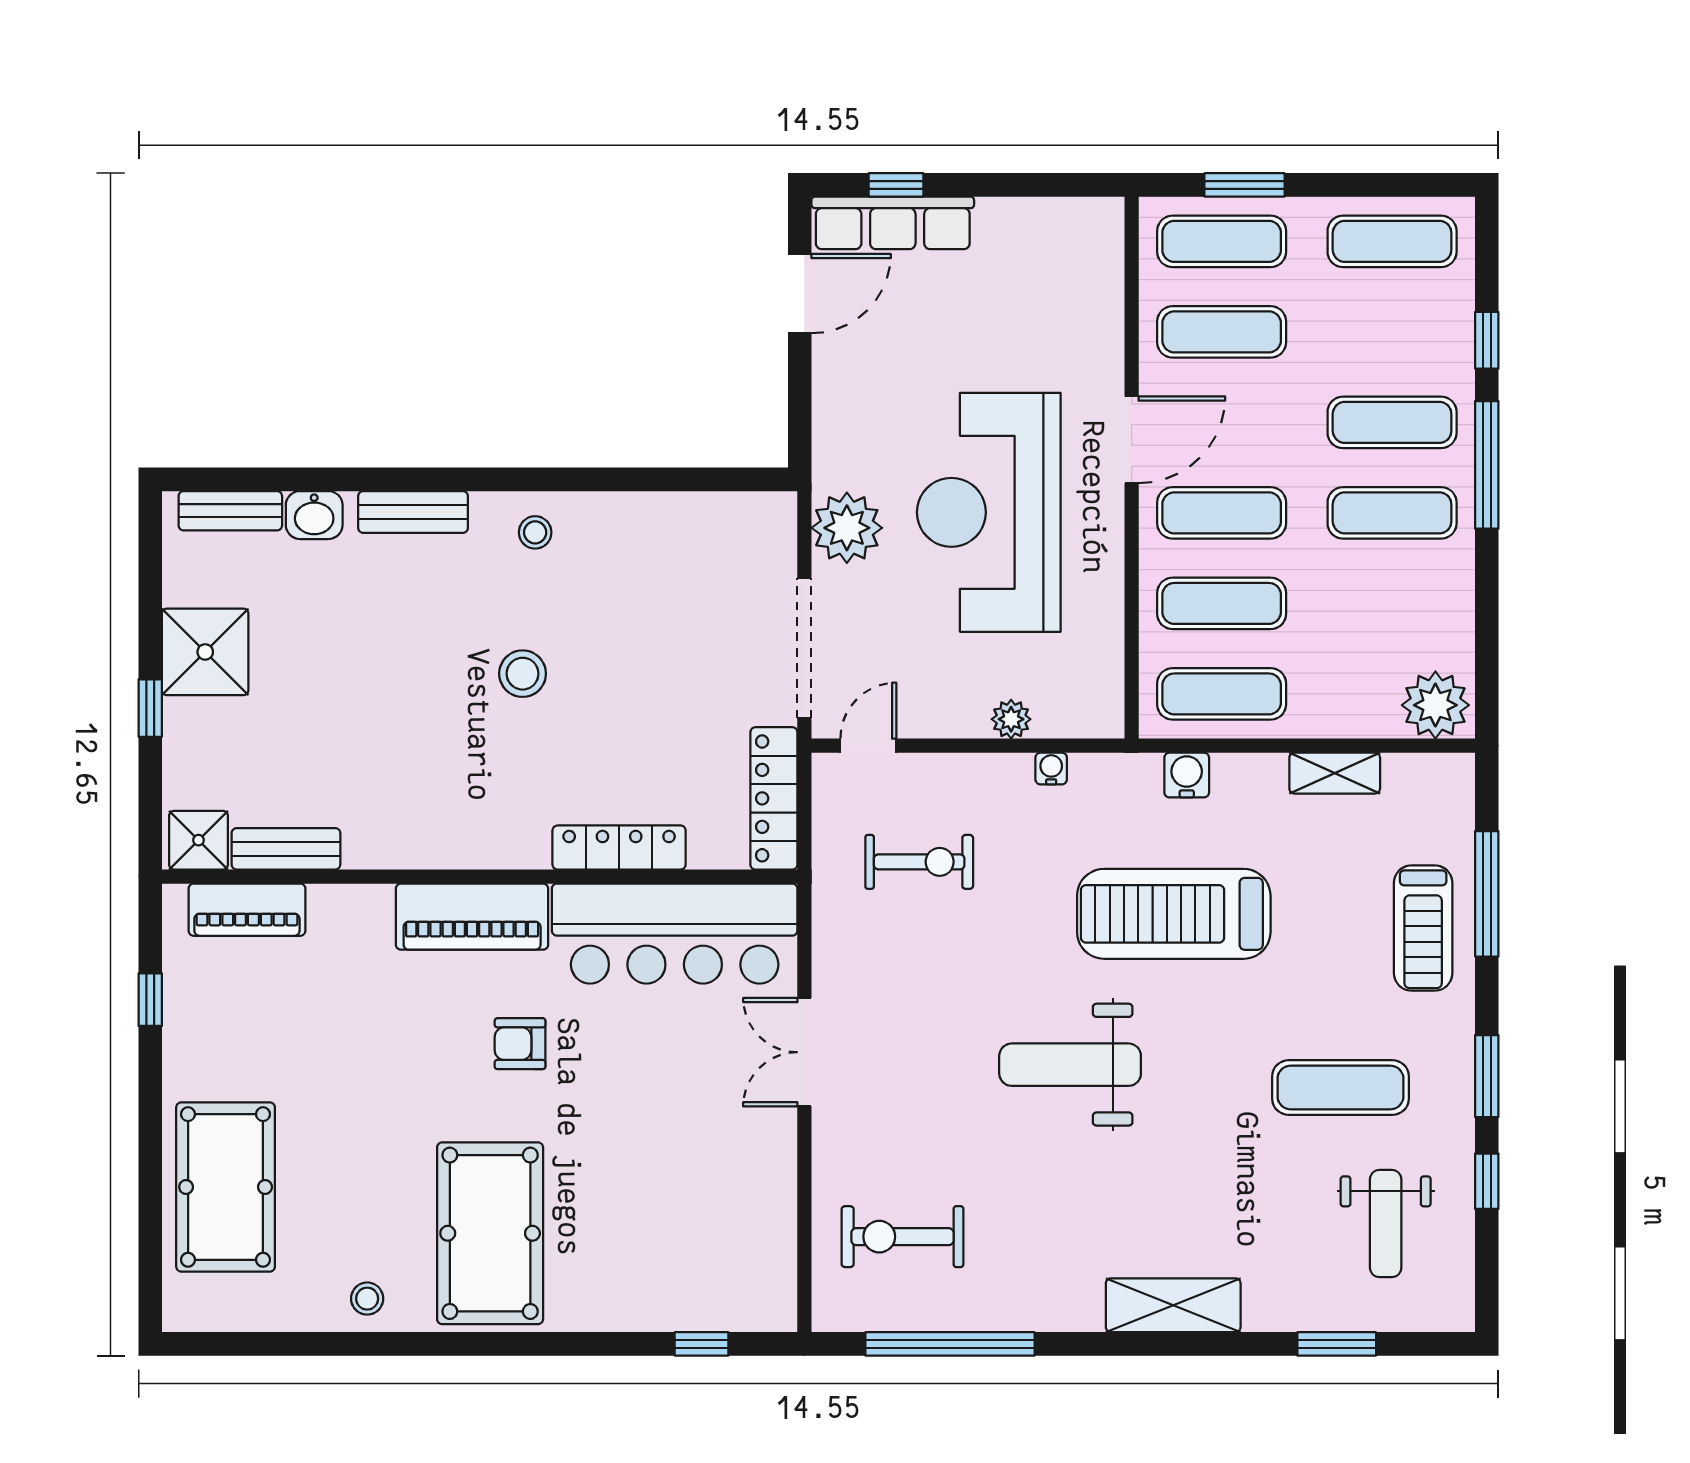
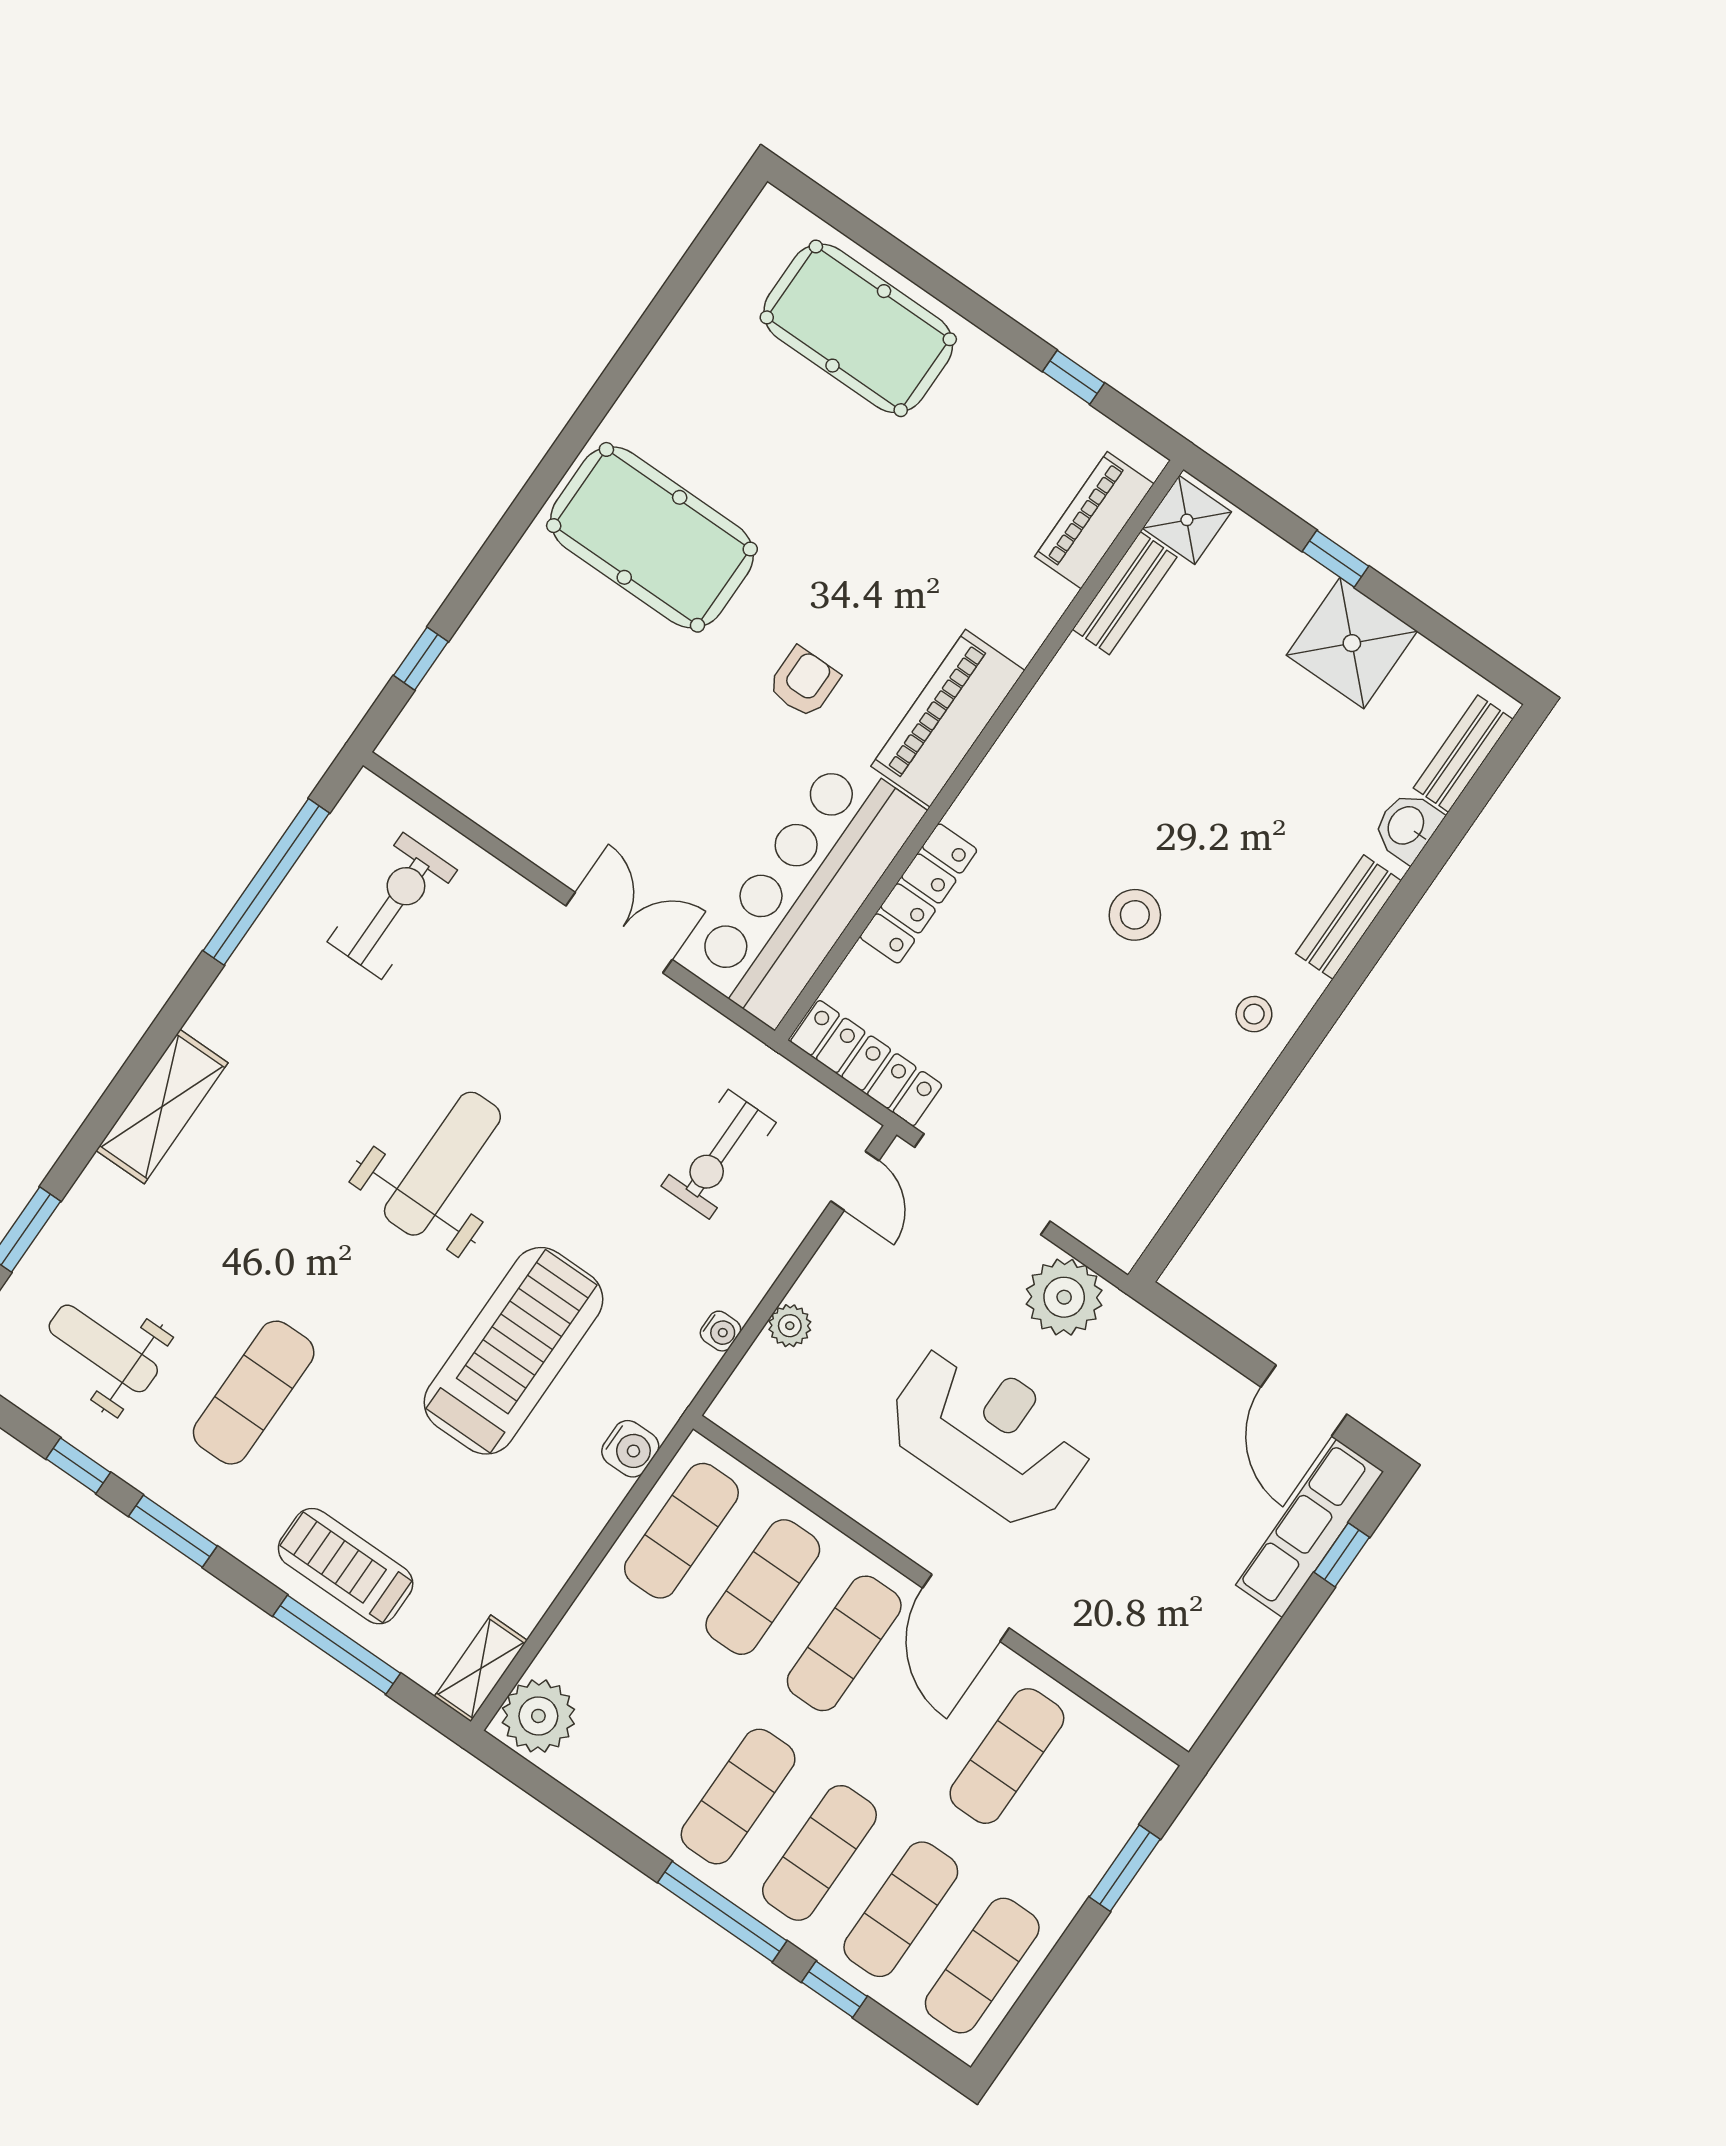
exercise mat: (1222, 241) -> (901, 1909), moved
reception desk: (989, 512) -> (990, 1434), width x0.74, depth x0.77
shelving: (1335, 773) -> (481, 1668), moved
stool: (367, 1299) -> (670, 386), removed

